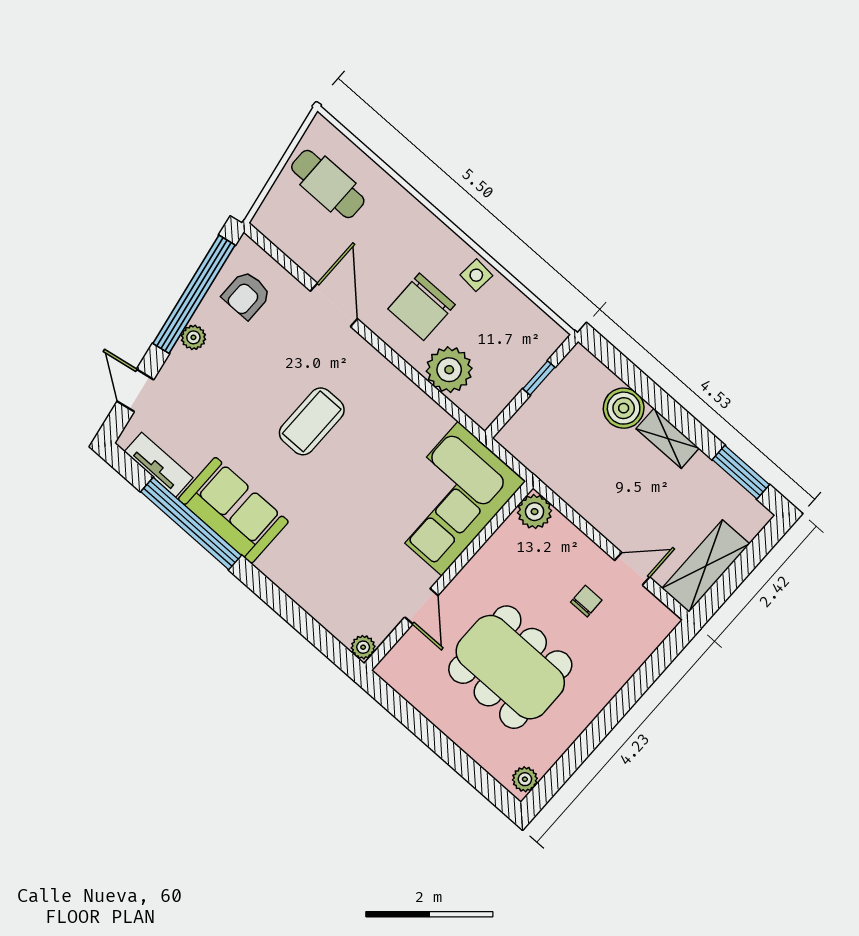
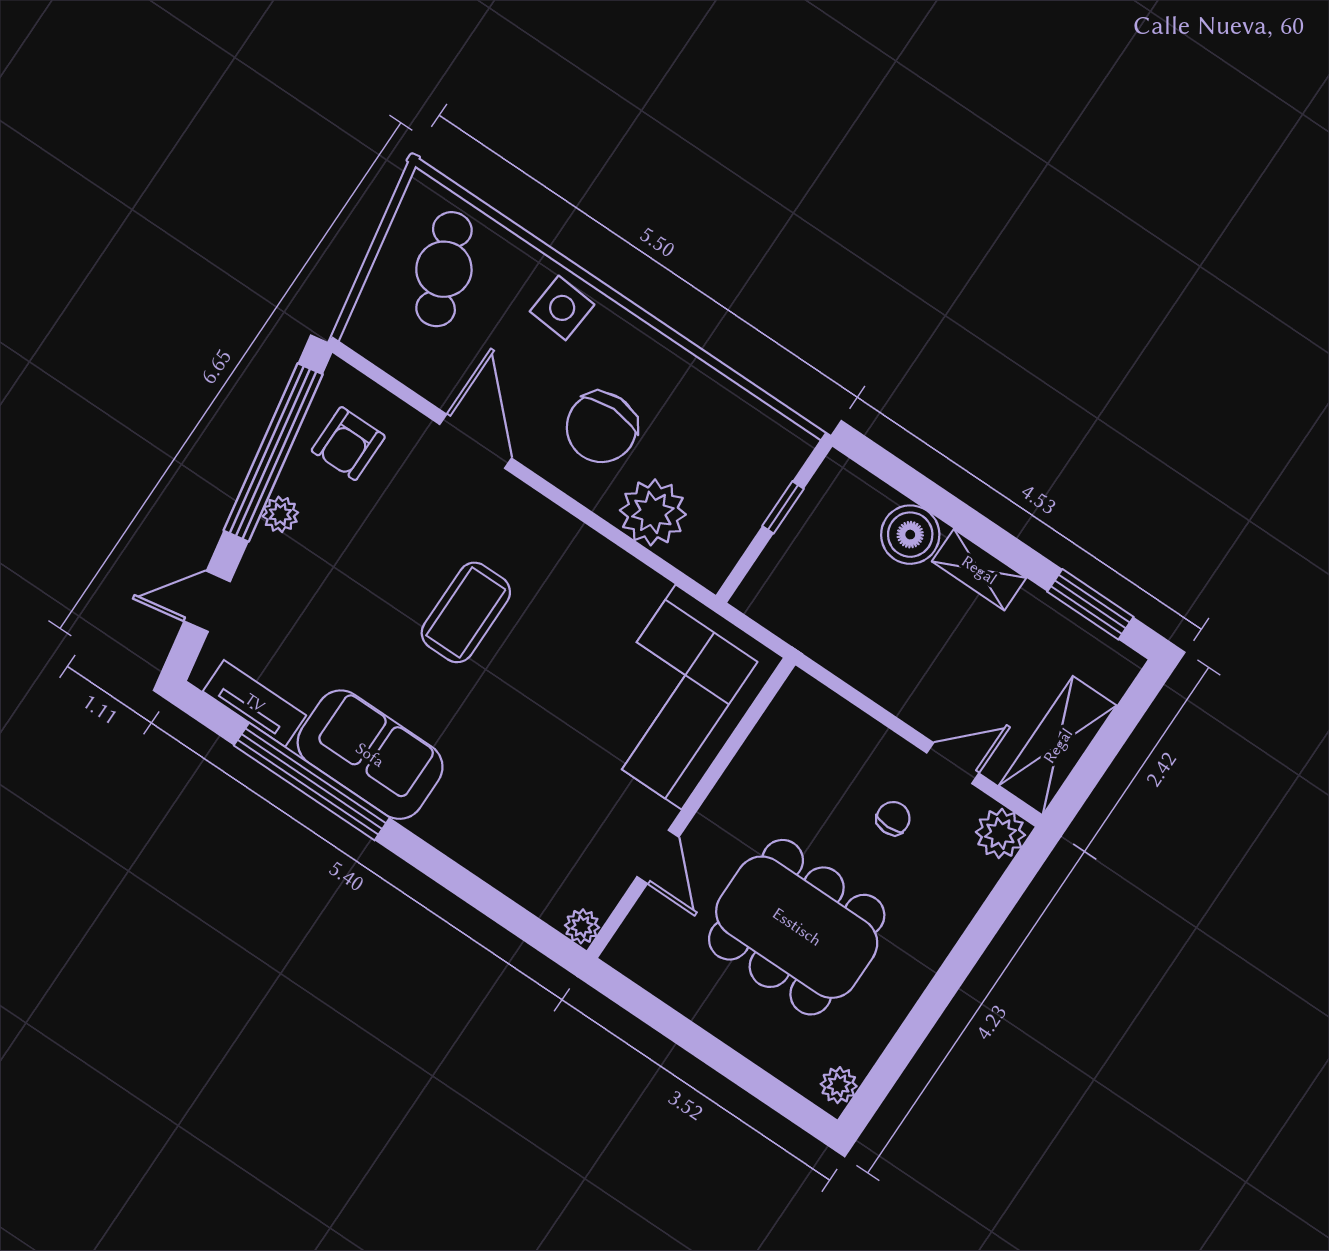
cafe table: (328, 184) -> (444, 269), turned 68
side table: (476, 275) -> (562, 308), moved, width x1.37, depth x1.37
door: (135, 390) -> (207, 601), hinge flipped
plant: (535, 512) -> (1000, 833), moved

